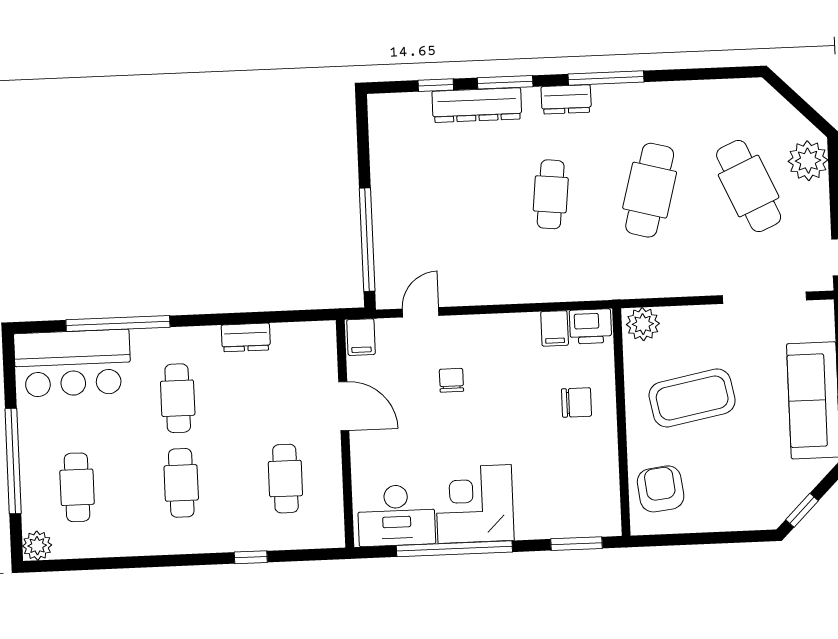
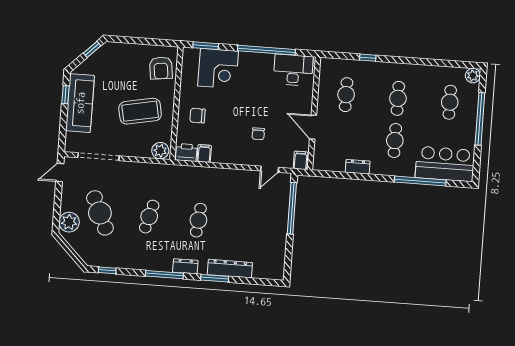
window: (436, 85) -> (107, 270), moved
cafe table: (650, 190) -> (149, 217), width x0.73, depth x0.74
corner desk: (475, 504) -> (218, 69), moved

